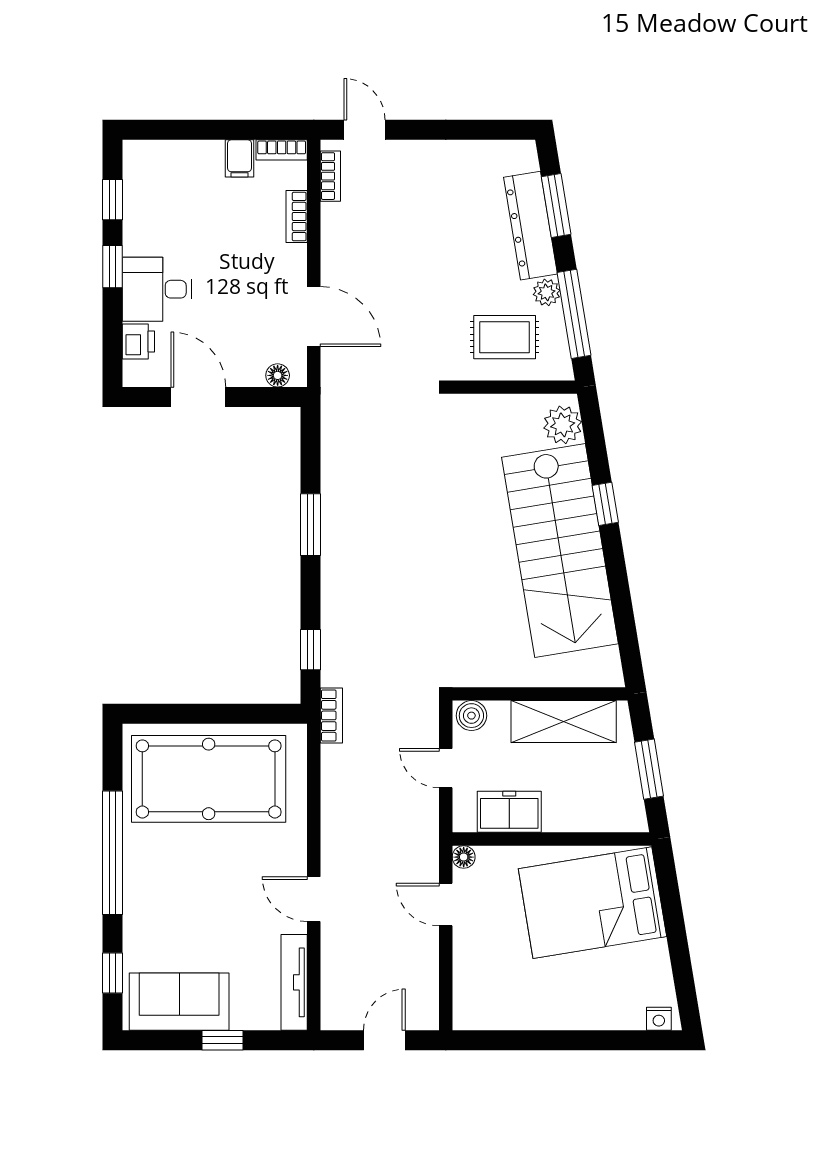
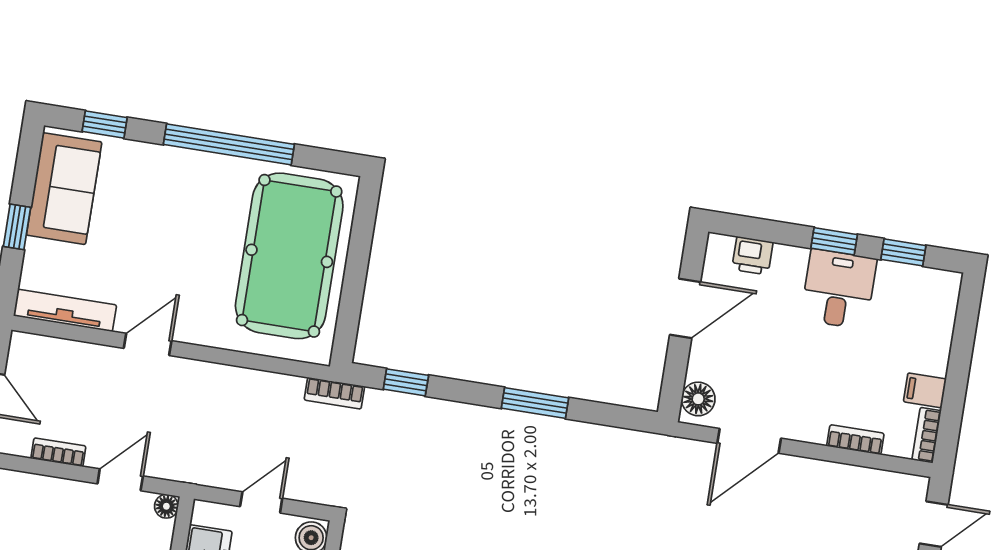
bookcase: (330, 176) -> (58, 452), moved, turned 180
desk: (157, 289) -> (839, 289), moved
floor lamp: (278, 375) -> (698, 399), width x1.37, depth x1.37

